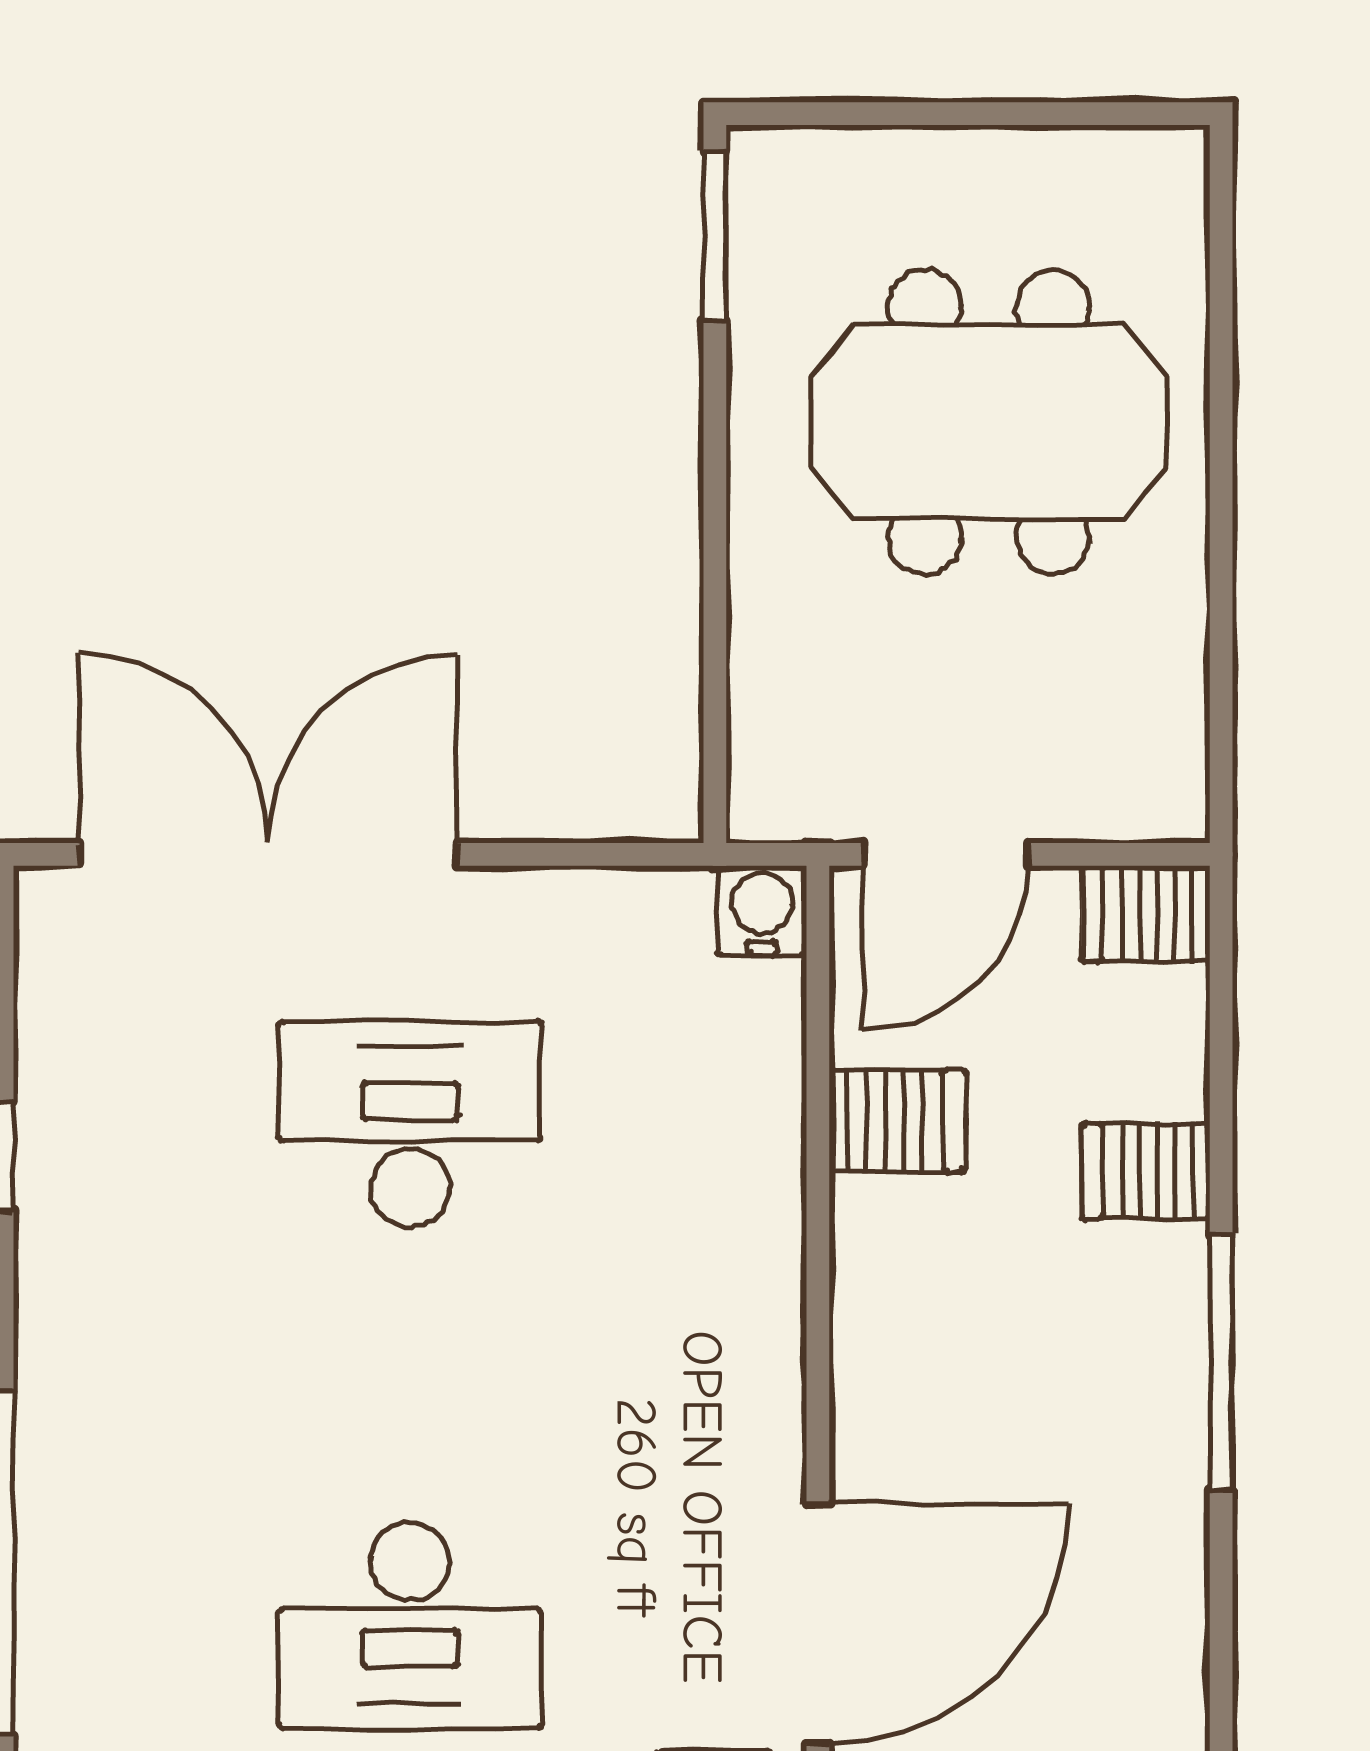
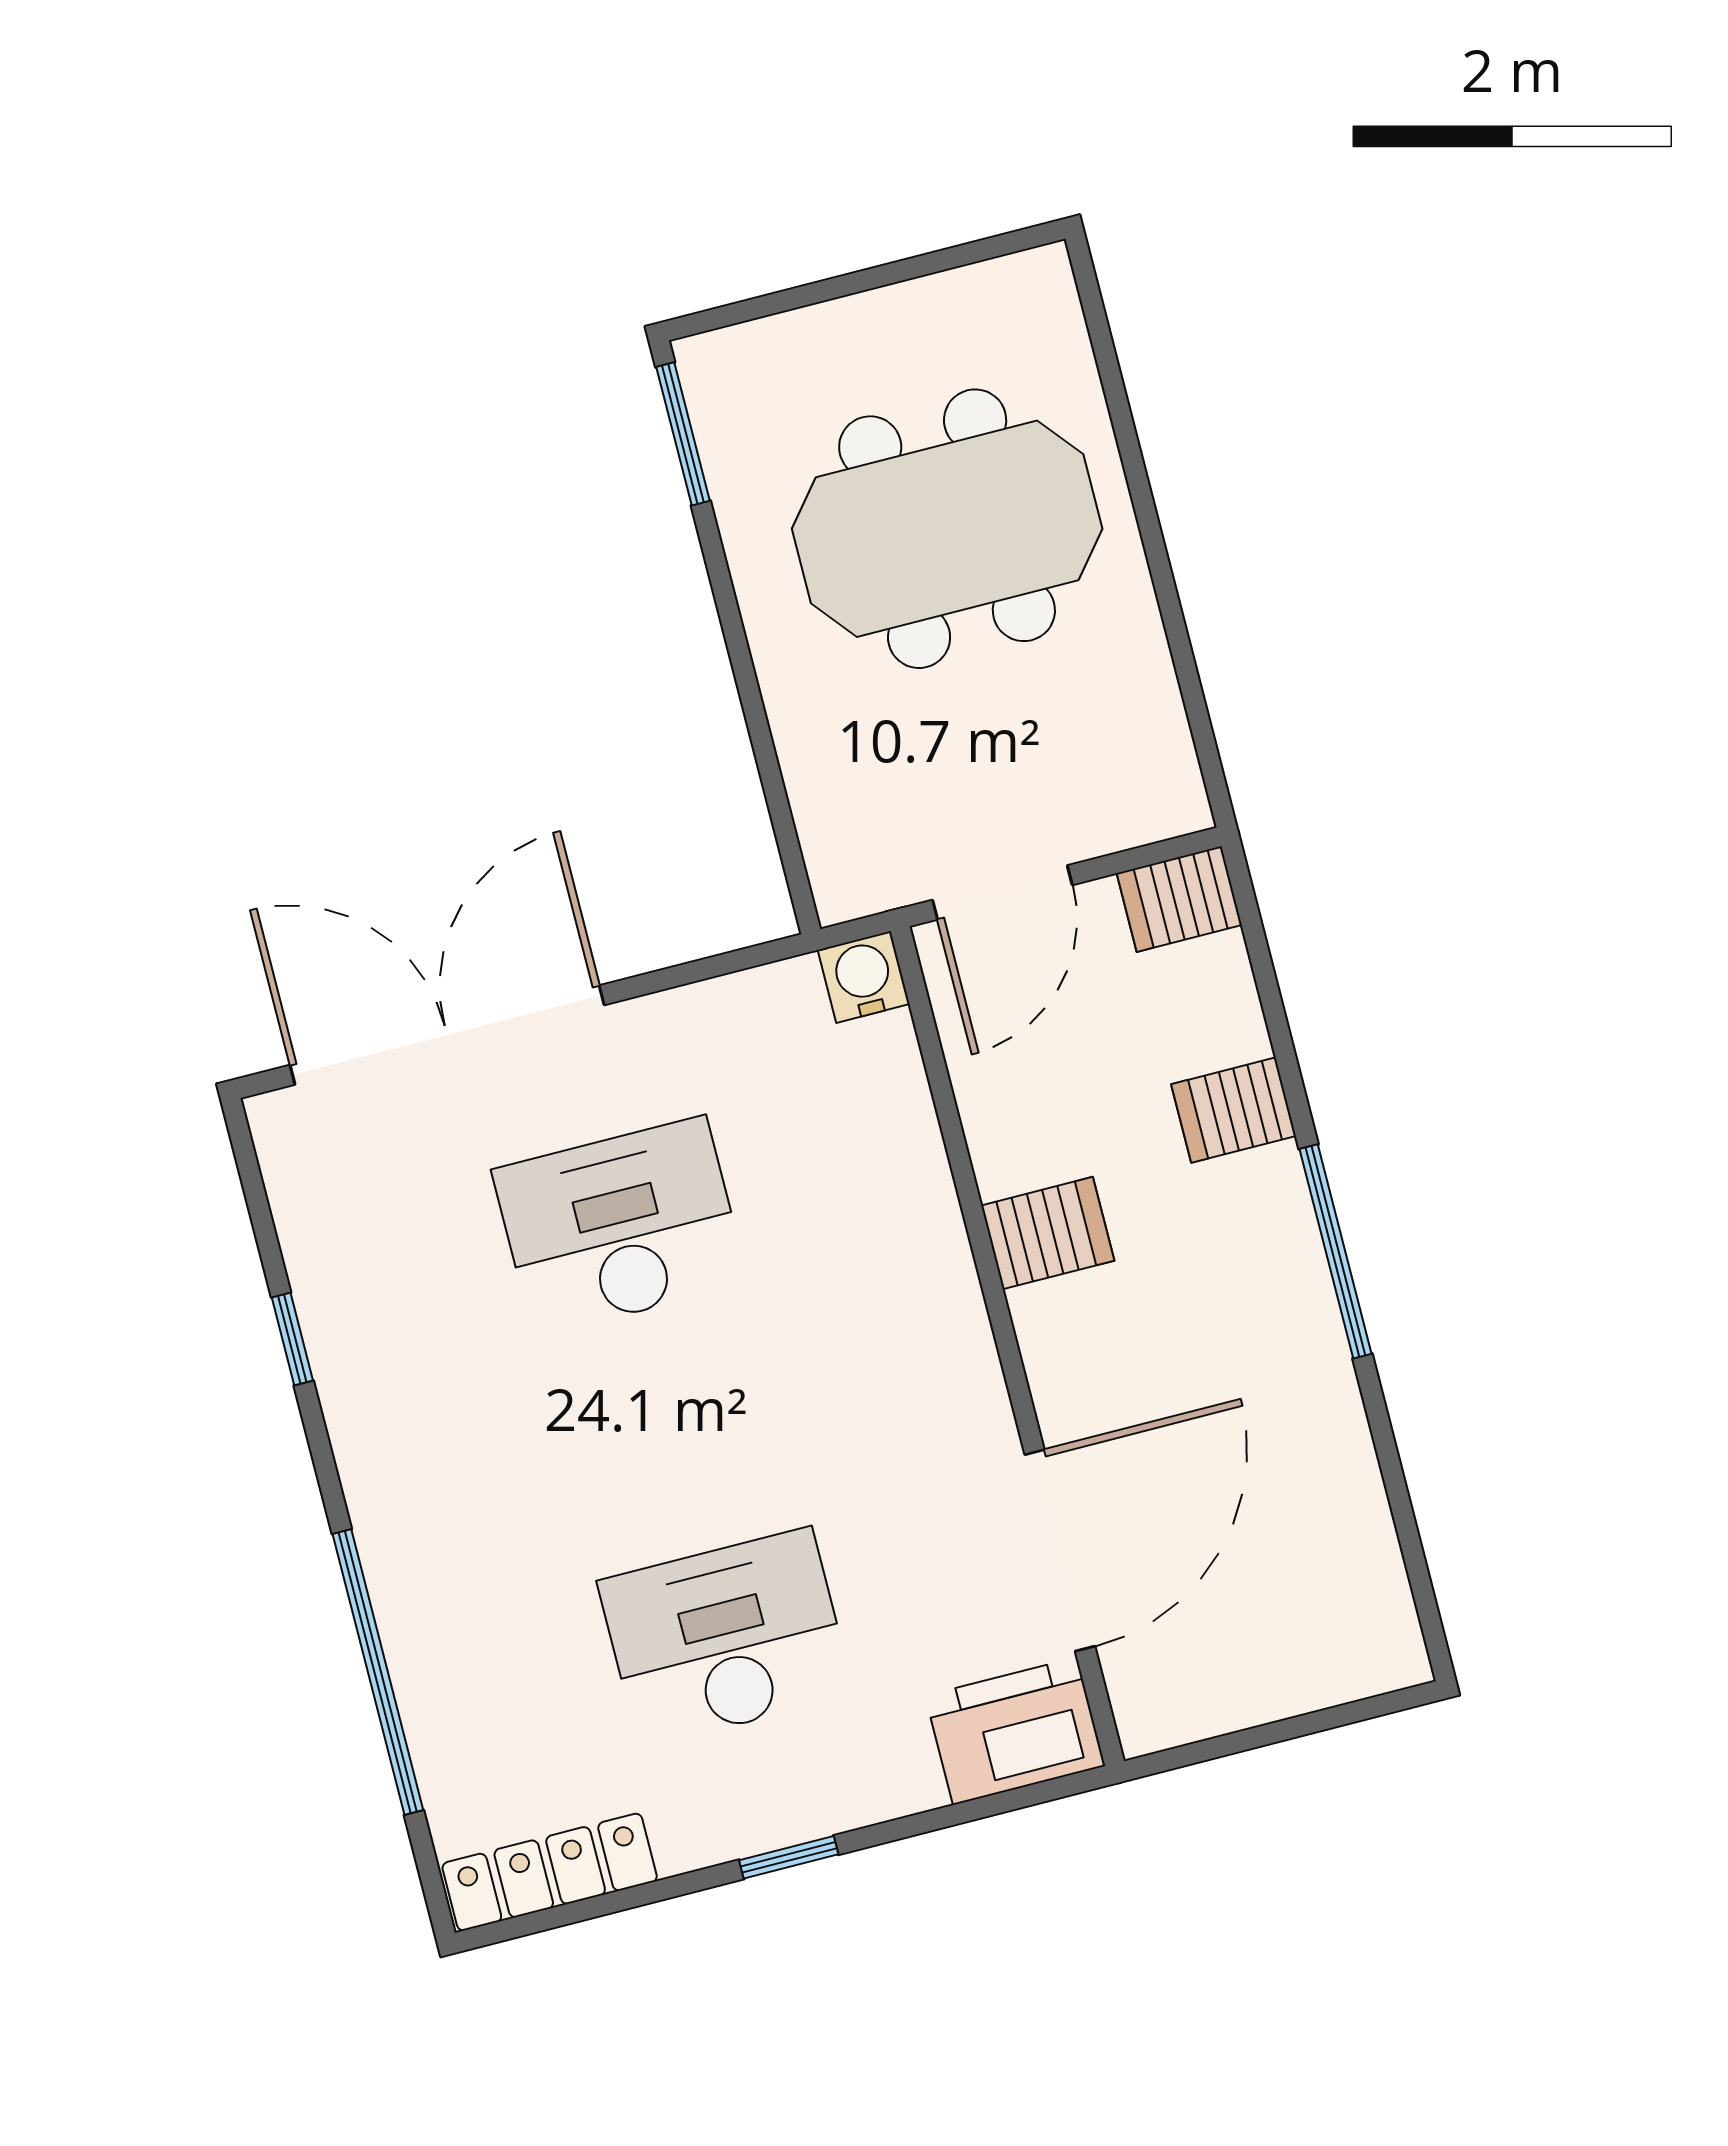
server rack: (897, 1121) -> (1048, 1233), moved
desk: (410, 1626) -> (726, 1638), turned 180

